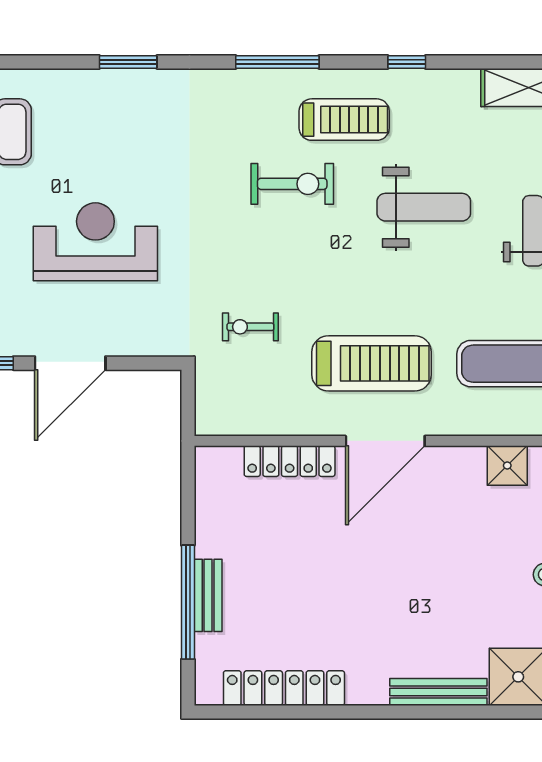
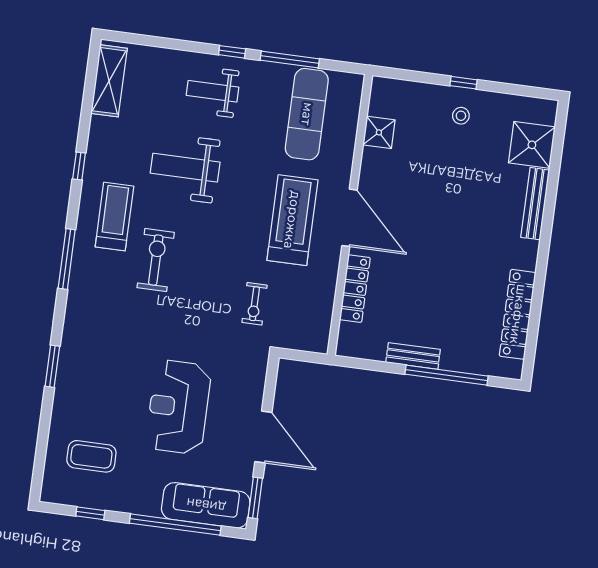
weight bench: (424, 207) -> (185, 168), turned -90
bench: (208, 595) -> (413, 356), moved

